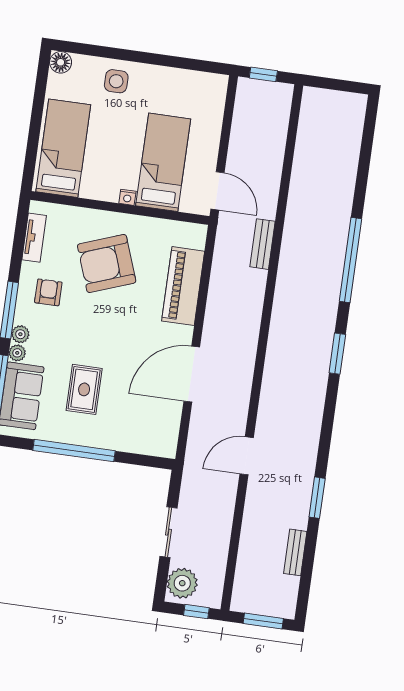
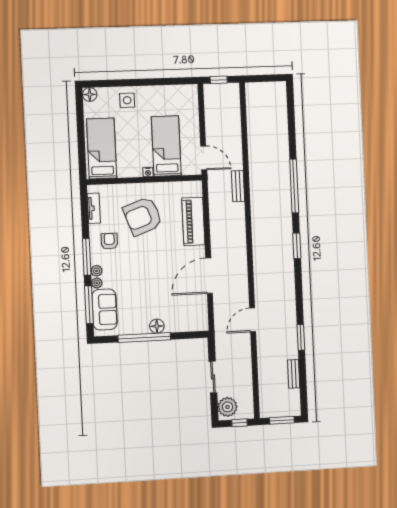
rug: (84, 389) -> (143, 298), removed
floor lamp: (97, 437) -> (157, 326), added

